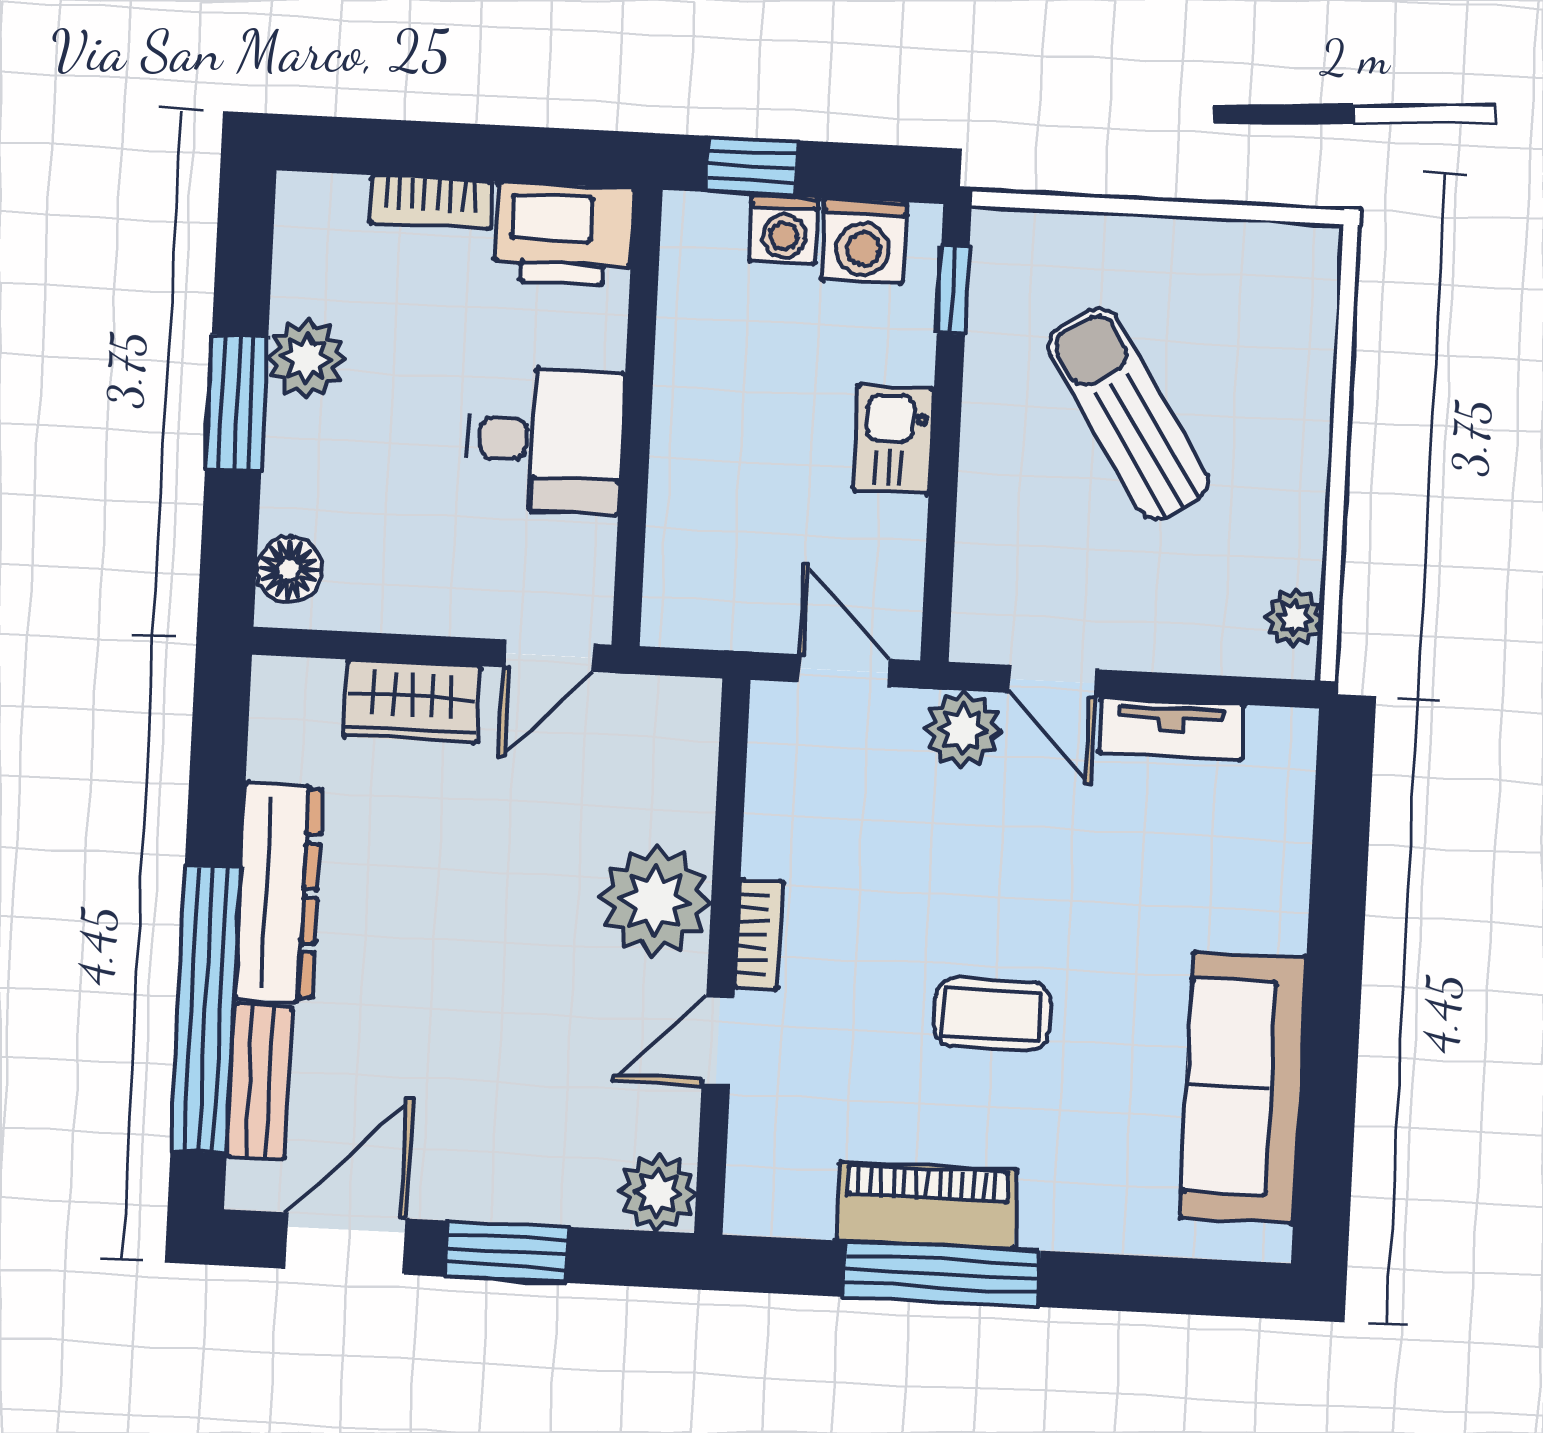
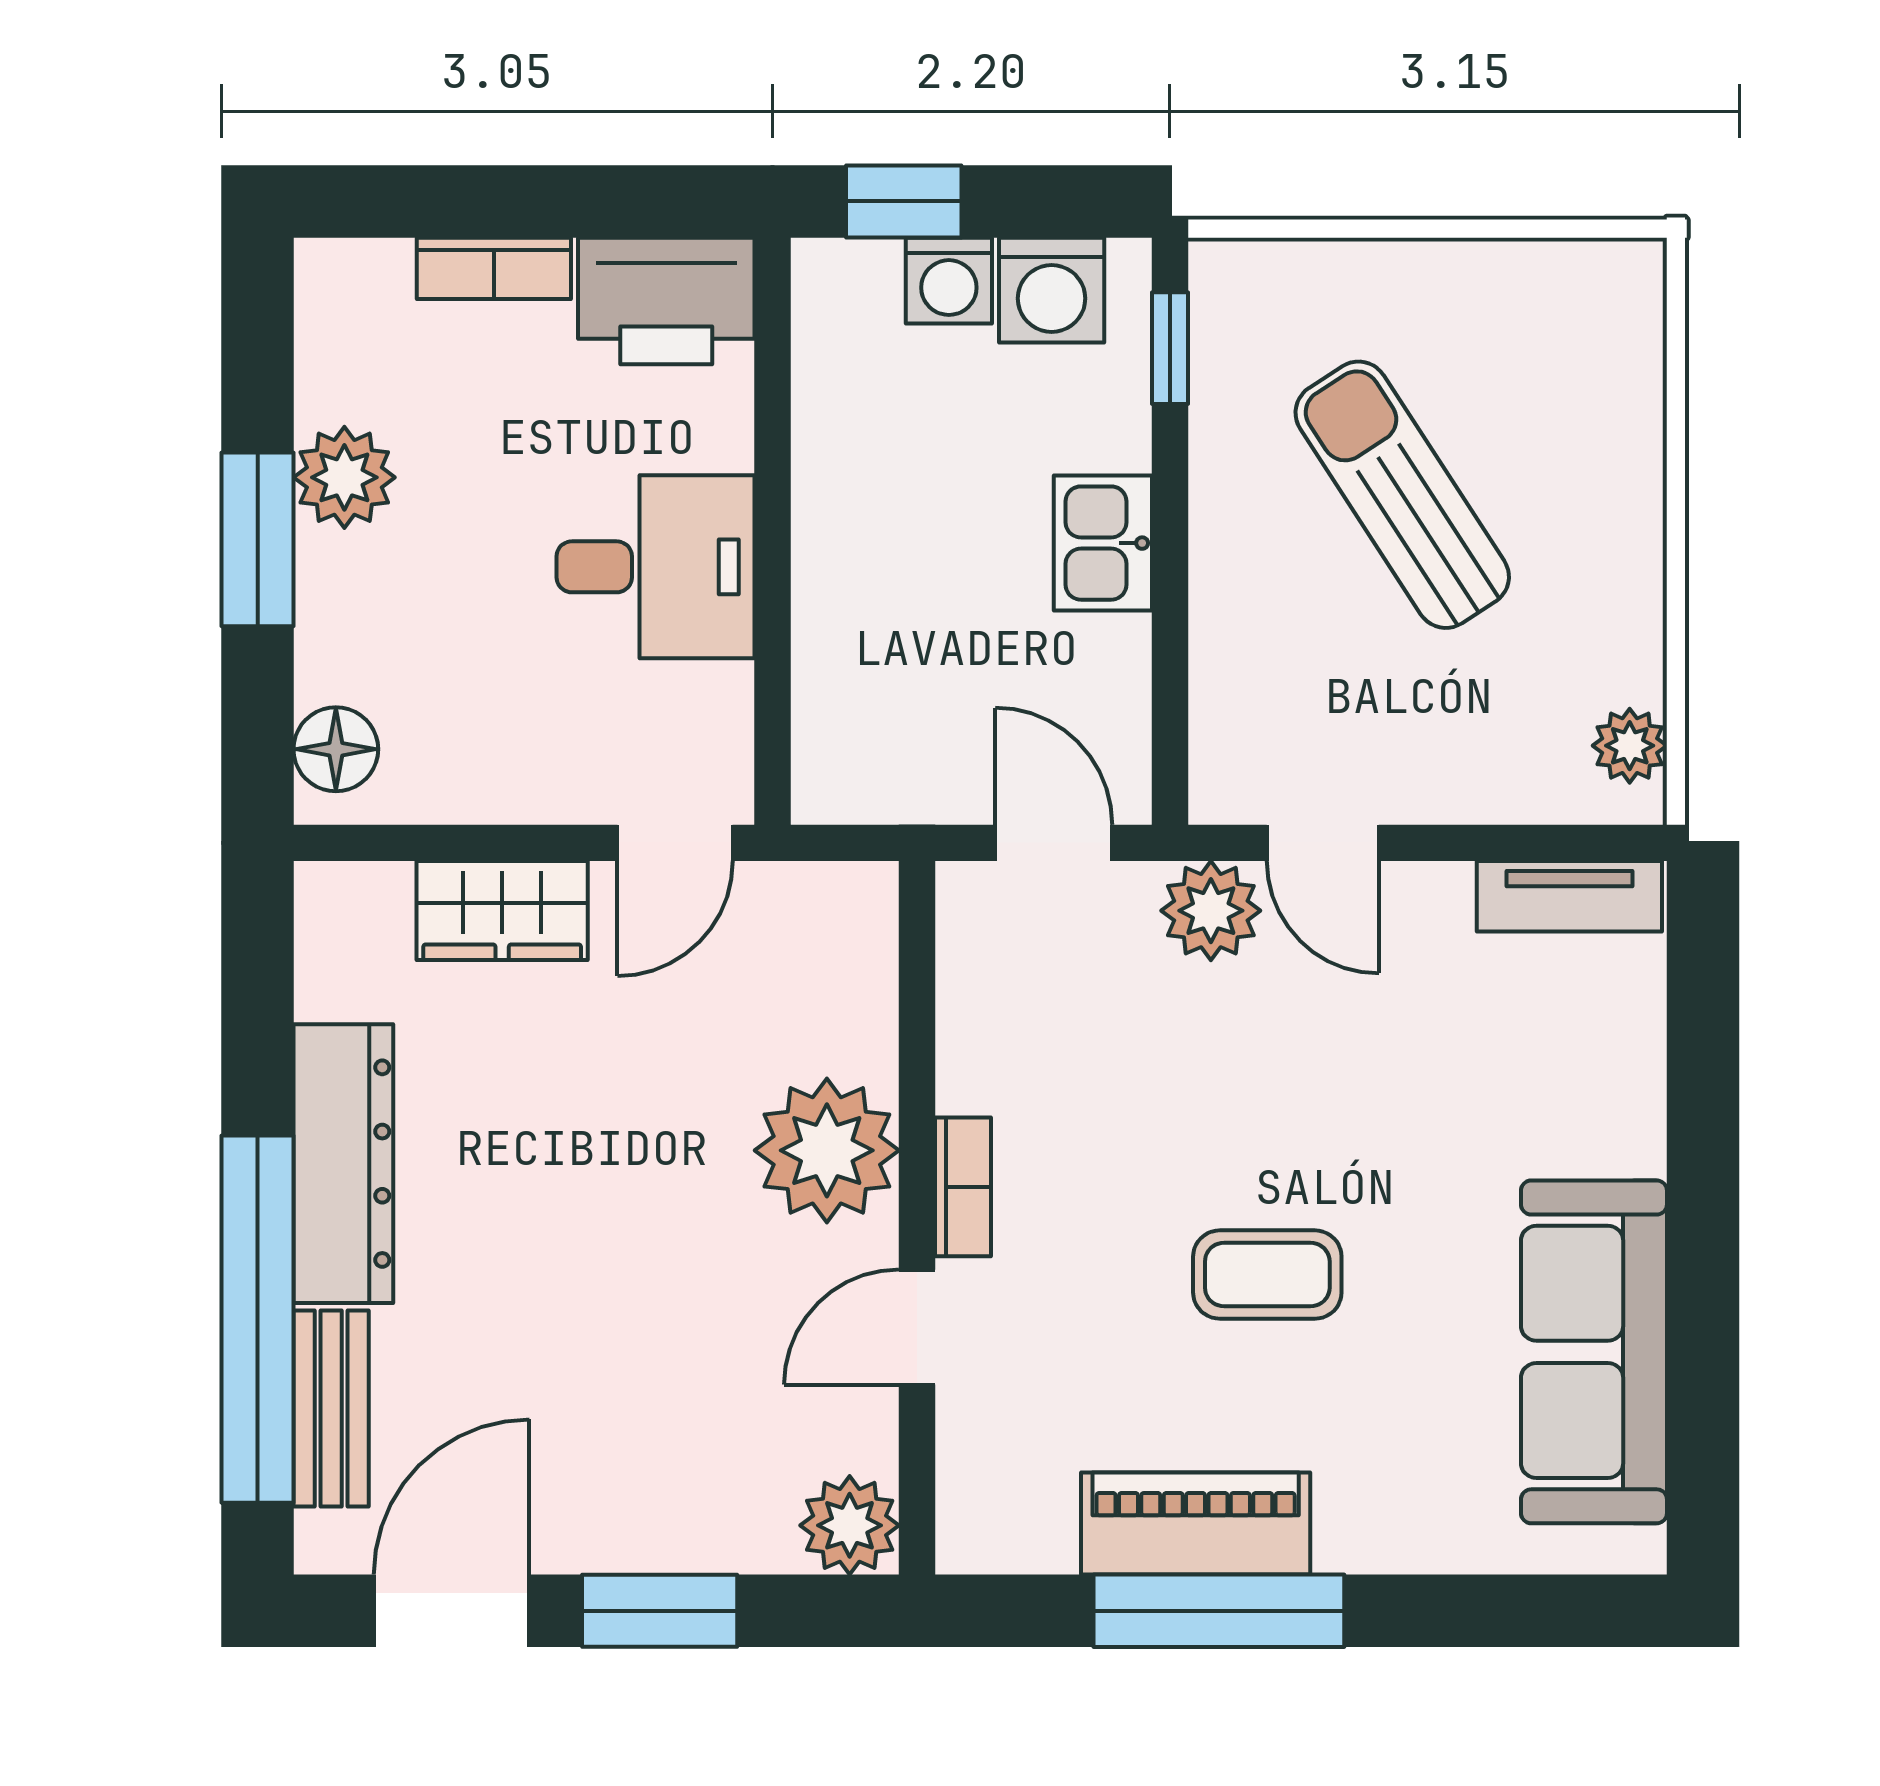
tv unit: (1171, 729) -> (1569, 896), moved

